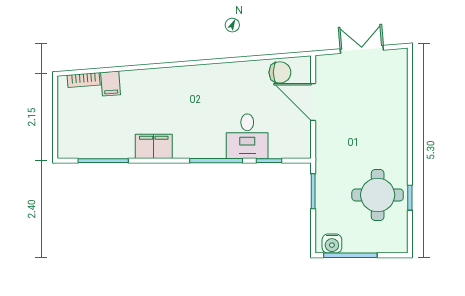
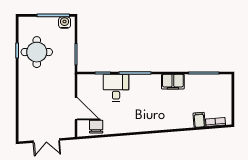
chair: (280, 72) -> (96, 127), turned 90

